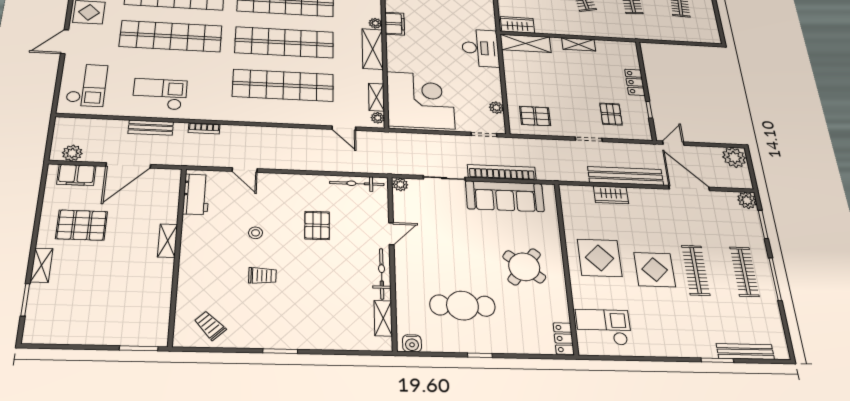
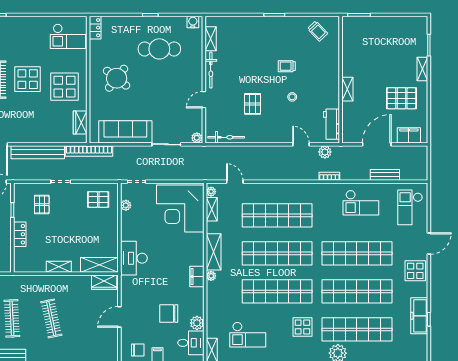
bench: (151, 128) -> (385, 175), moved
plant: (72, 153) -> (325, 152), moved
bookcase: (502, 172) -> (89, 151), moved
wardrobe: (611, 195) -> (80, 122), moved, turned -90

